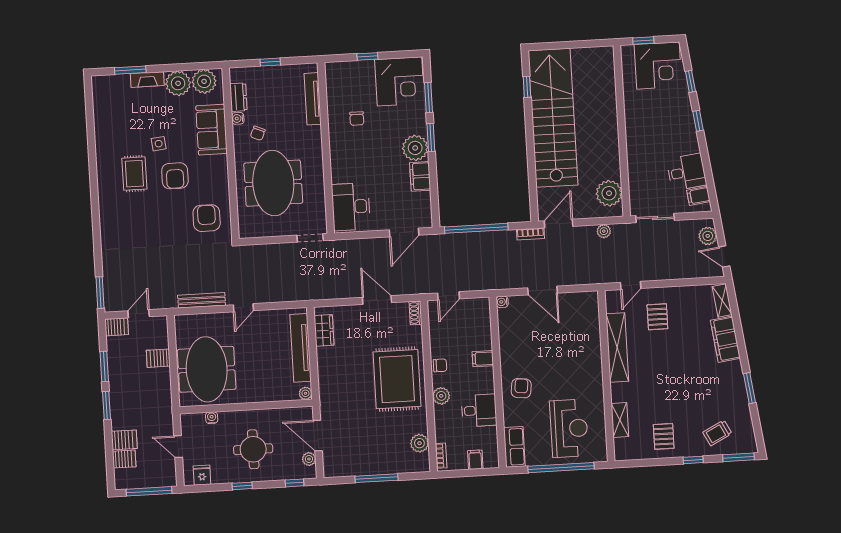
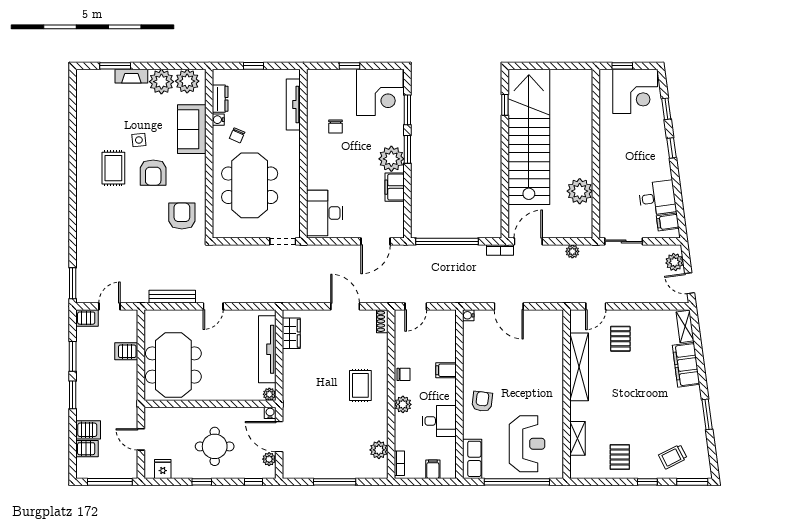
plant: (609, 193) -> (580, 191), moved
rug: (397, 379) -> (360, 385), width x0.54, depth x0.49
water cooler: (212, 418) -> (270, 413), moved

